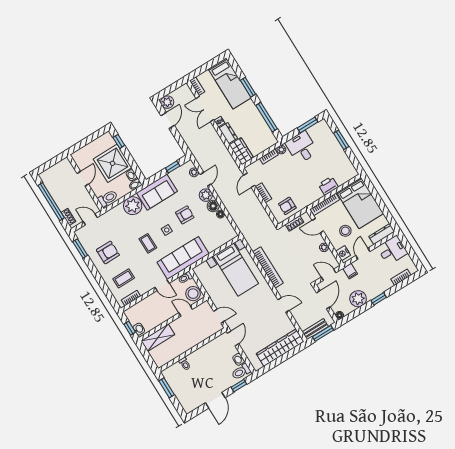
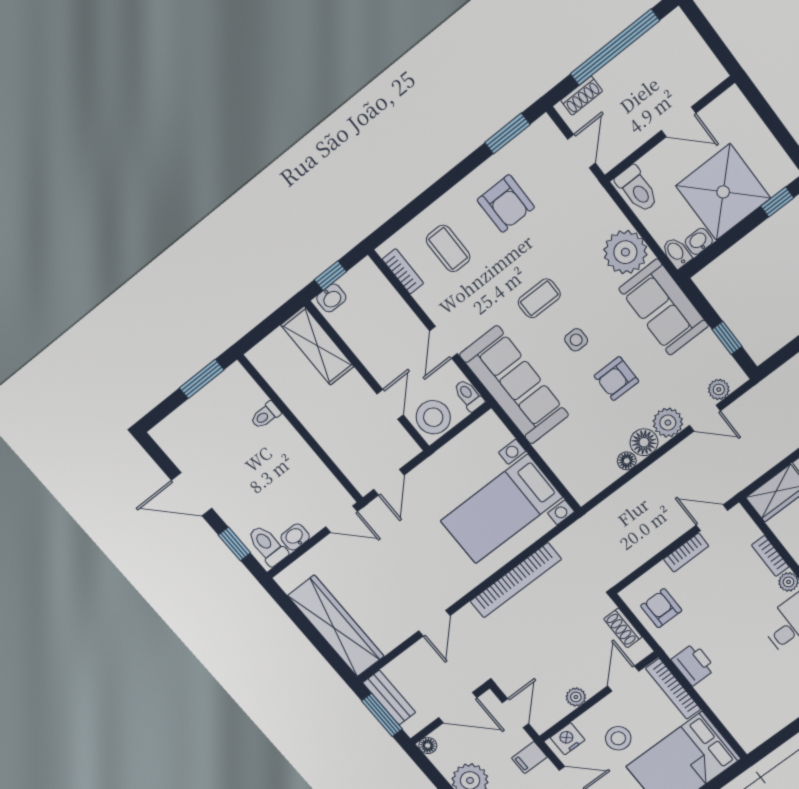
printer: (328, 186) -> (693, 664), moved
armchair: (185, 215) -> (616, 379), turned 88

